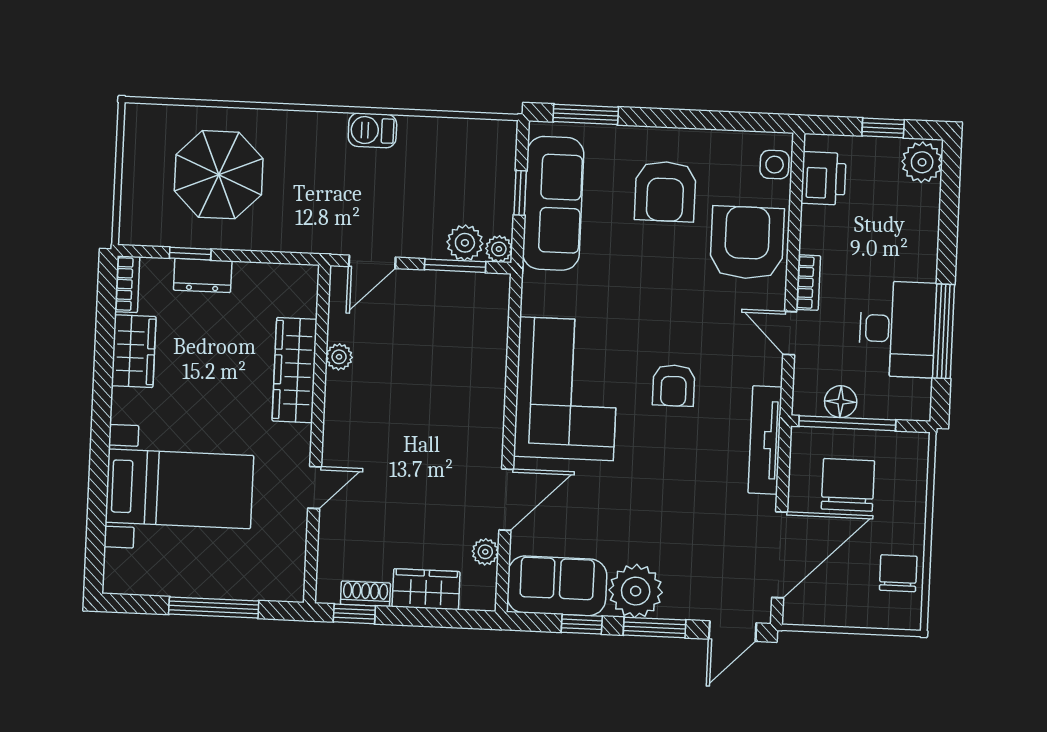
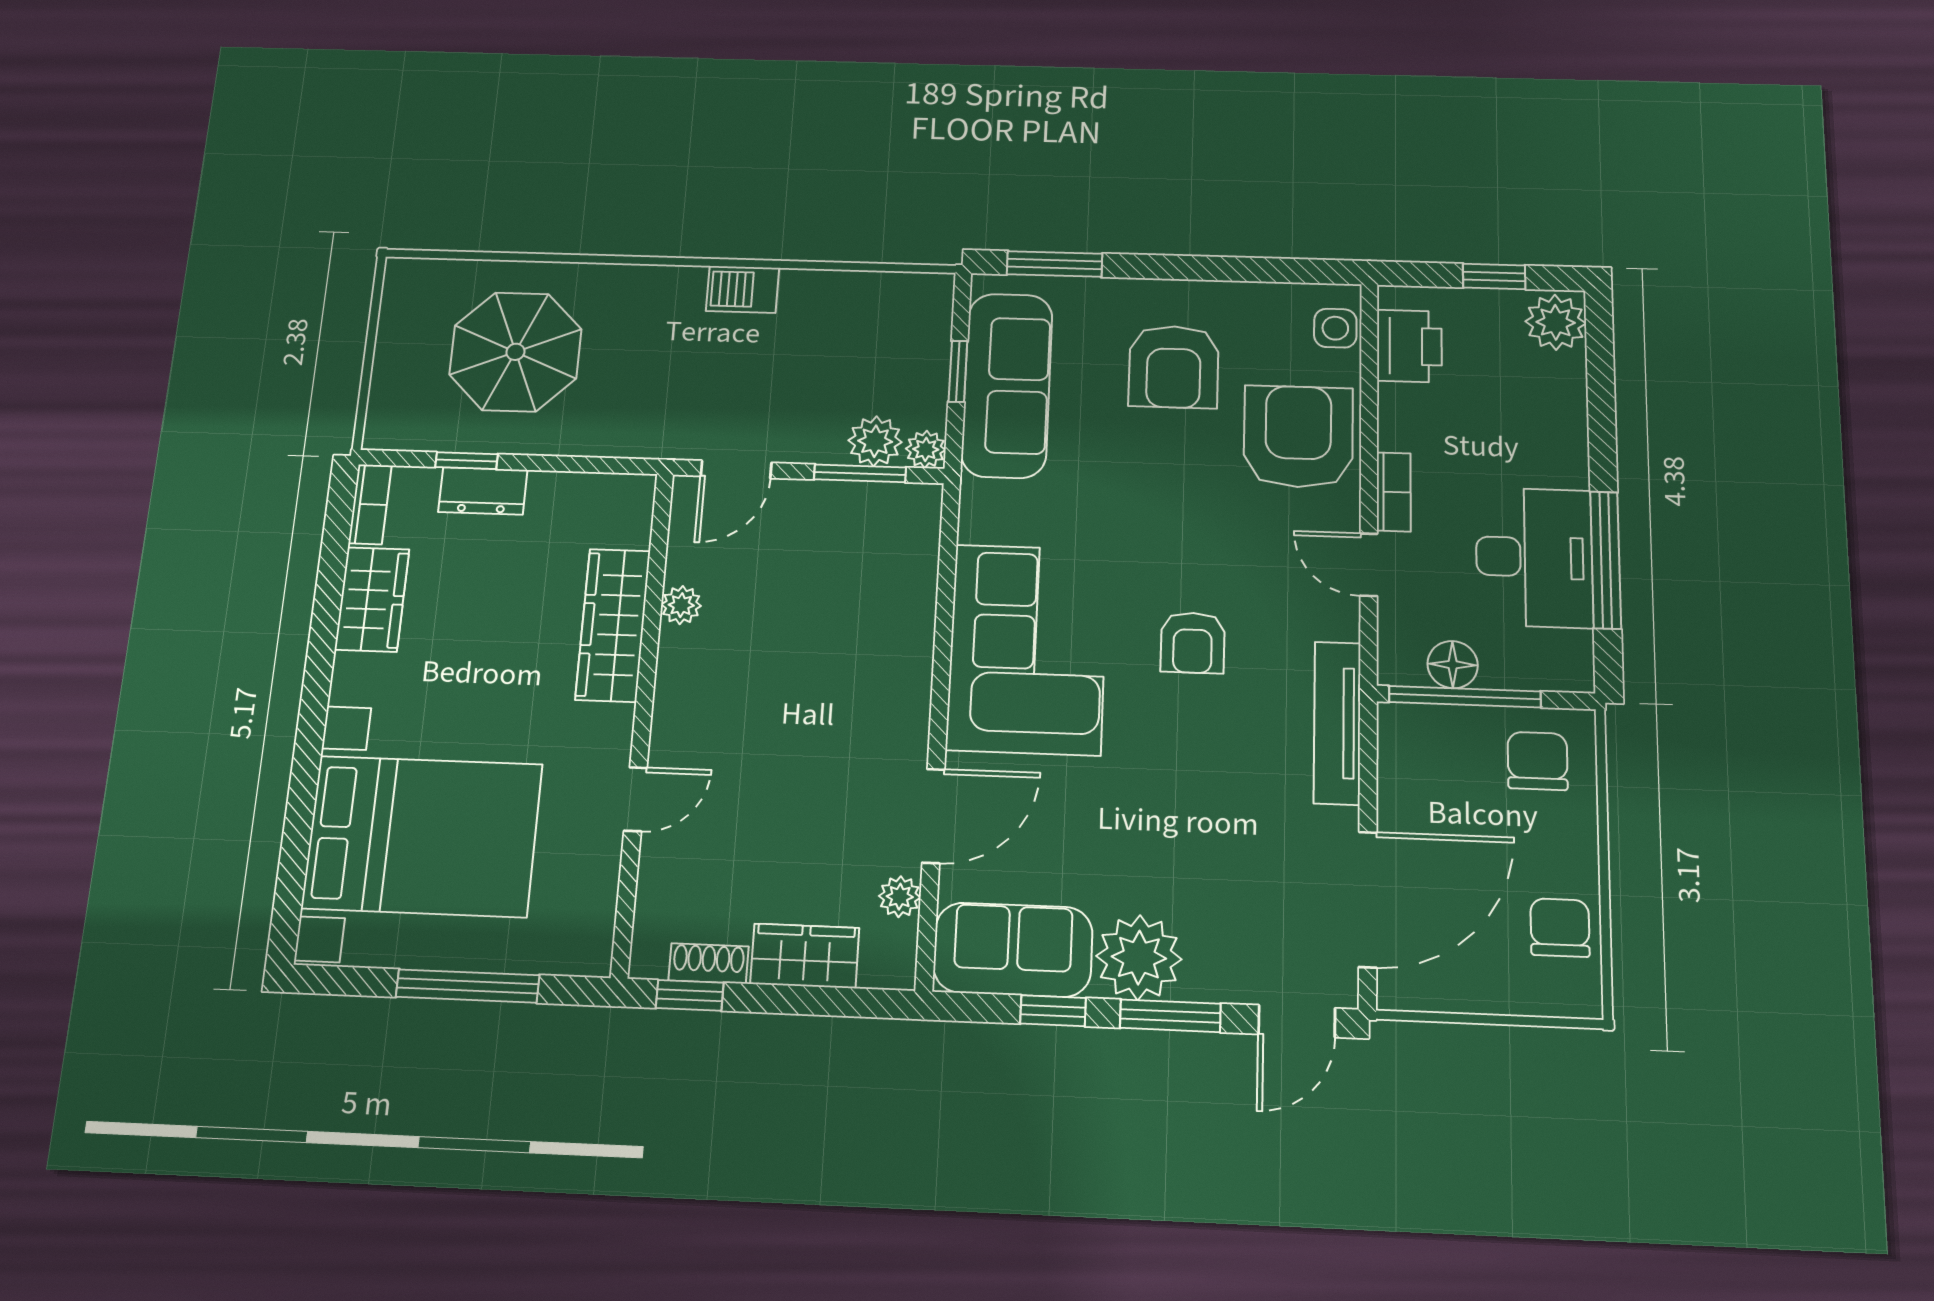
chair: (848, 485) -> (1538, 761), moved, width x0.73, depth x0.73
bed with nightstands: (179, 489) -> (422, 836), width x1.36

